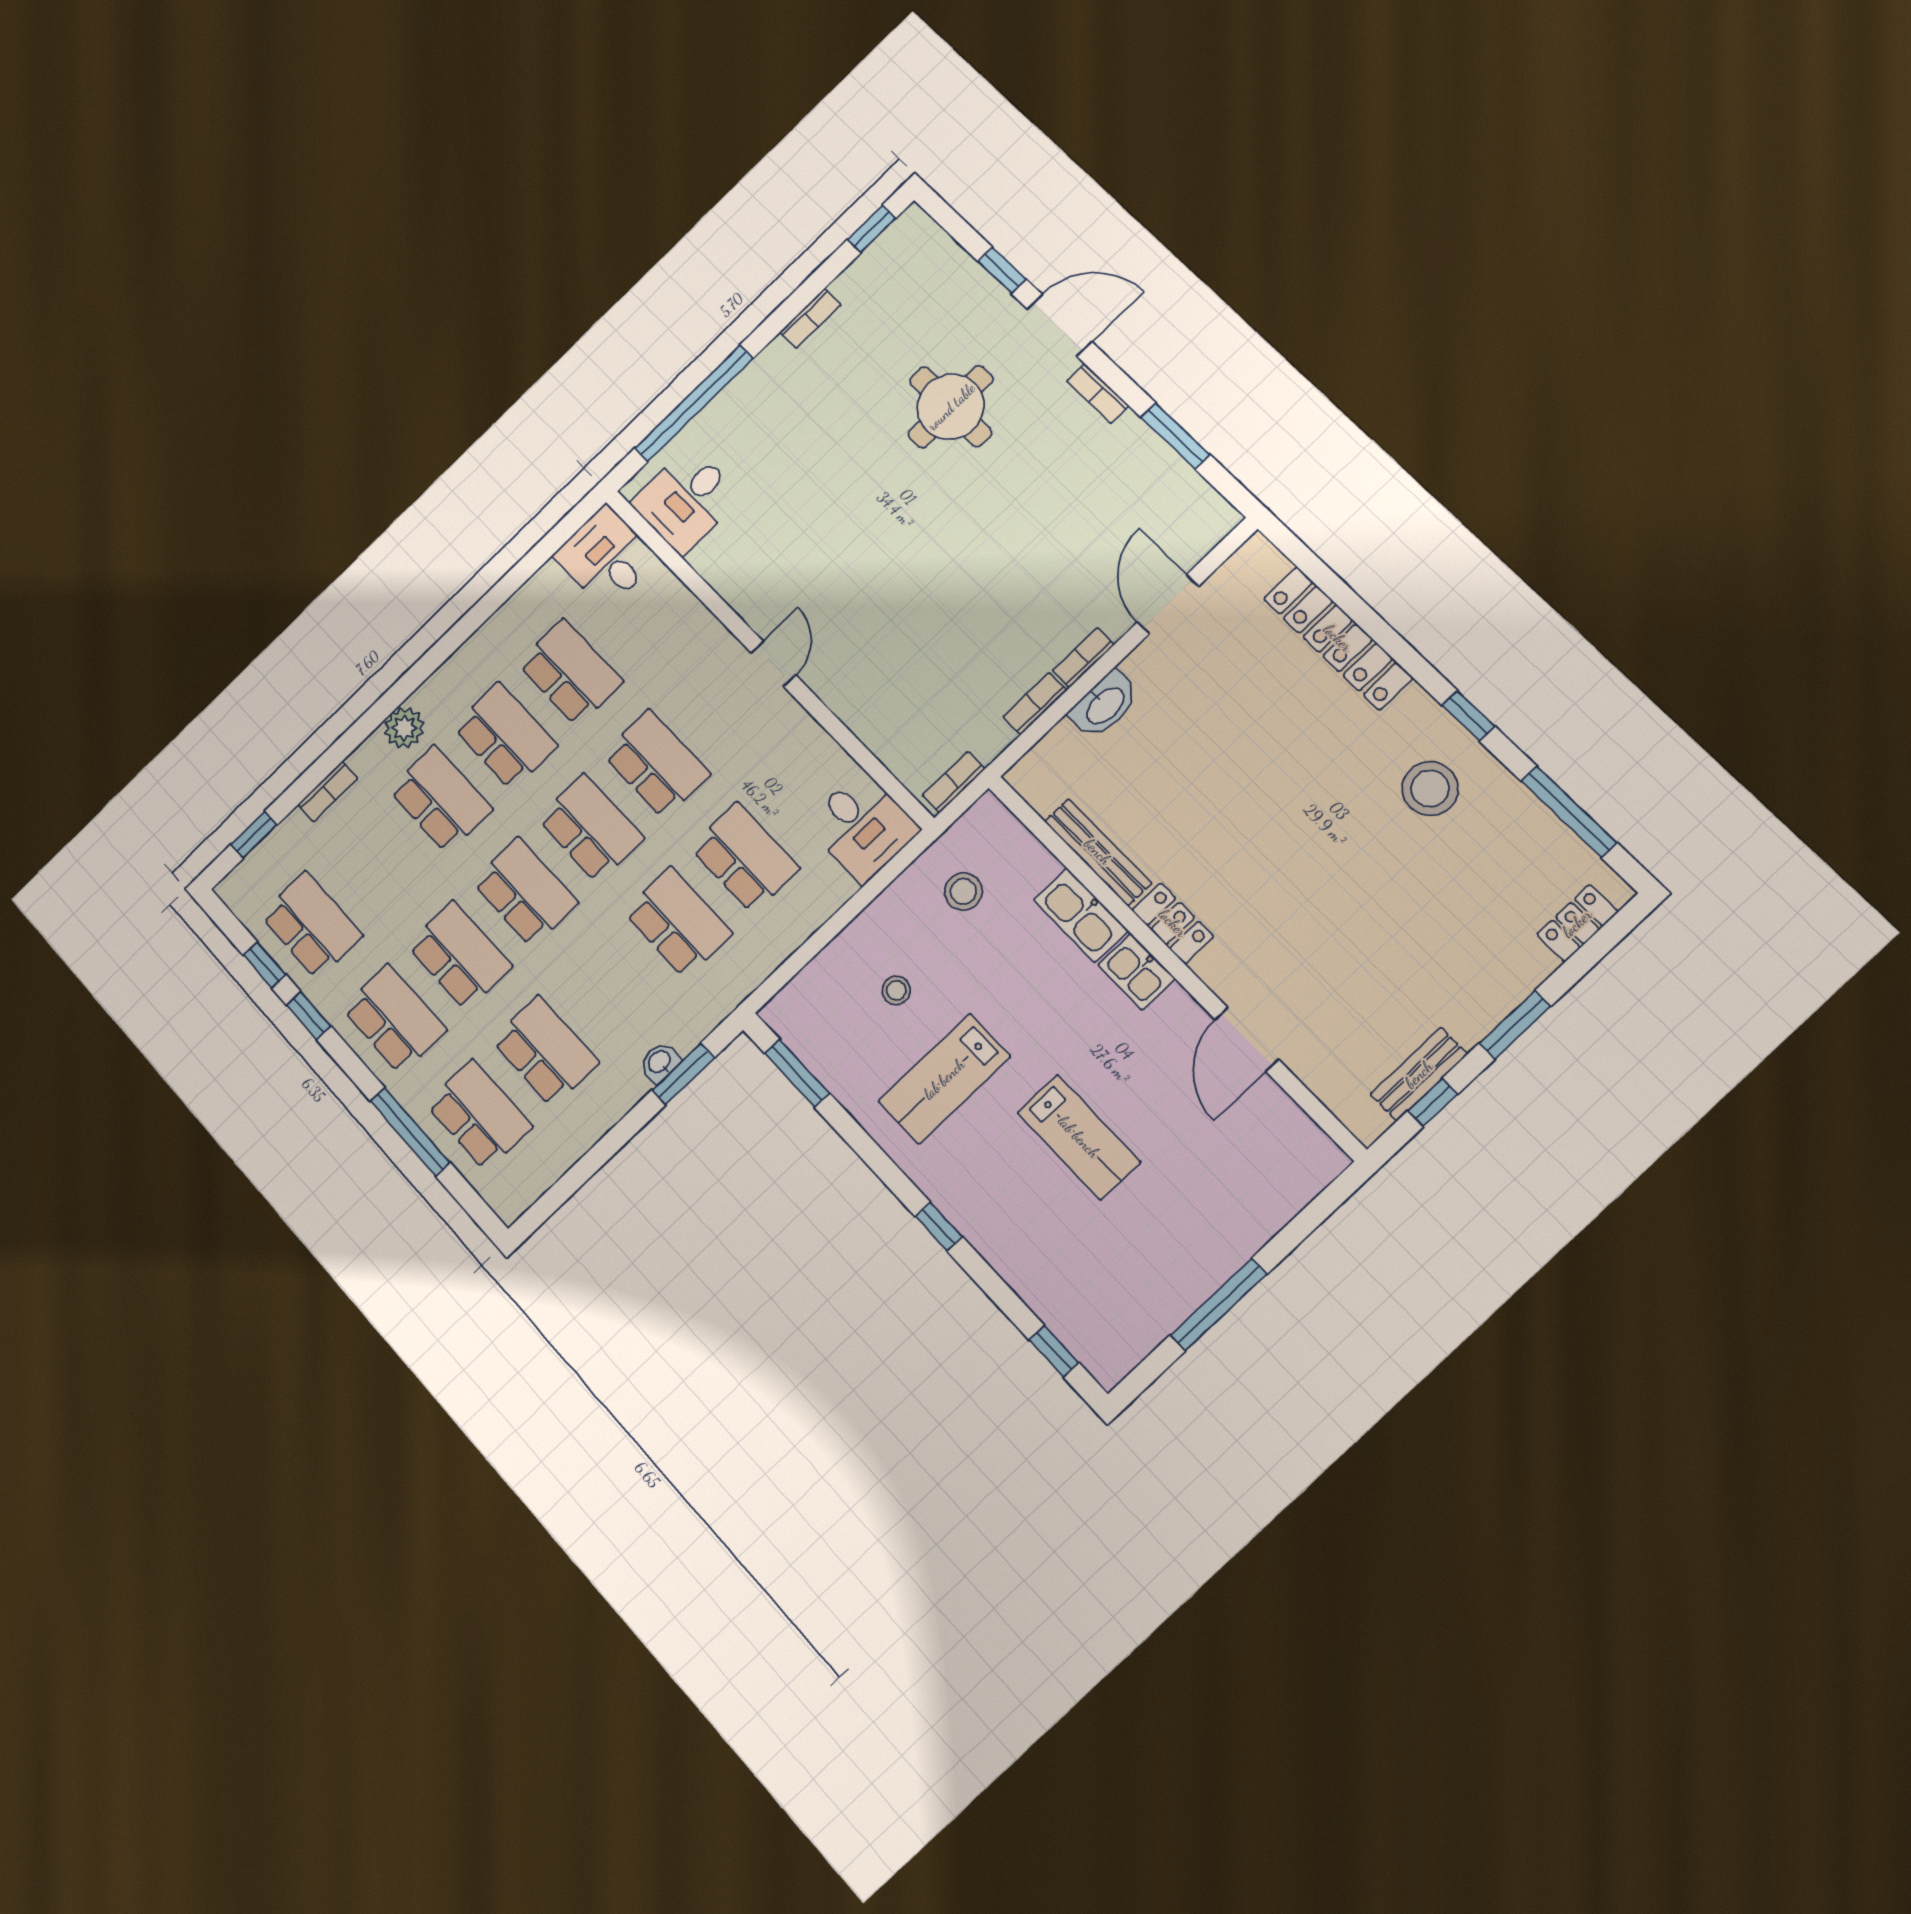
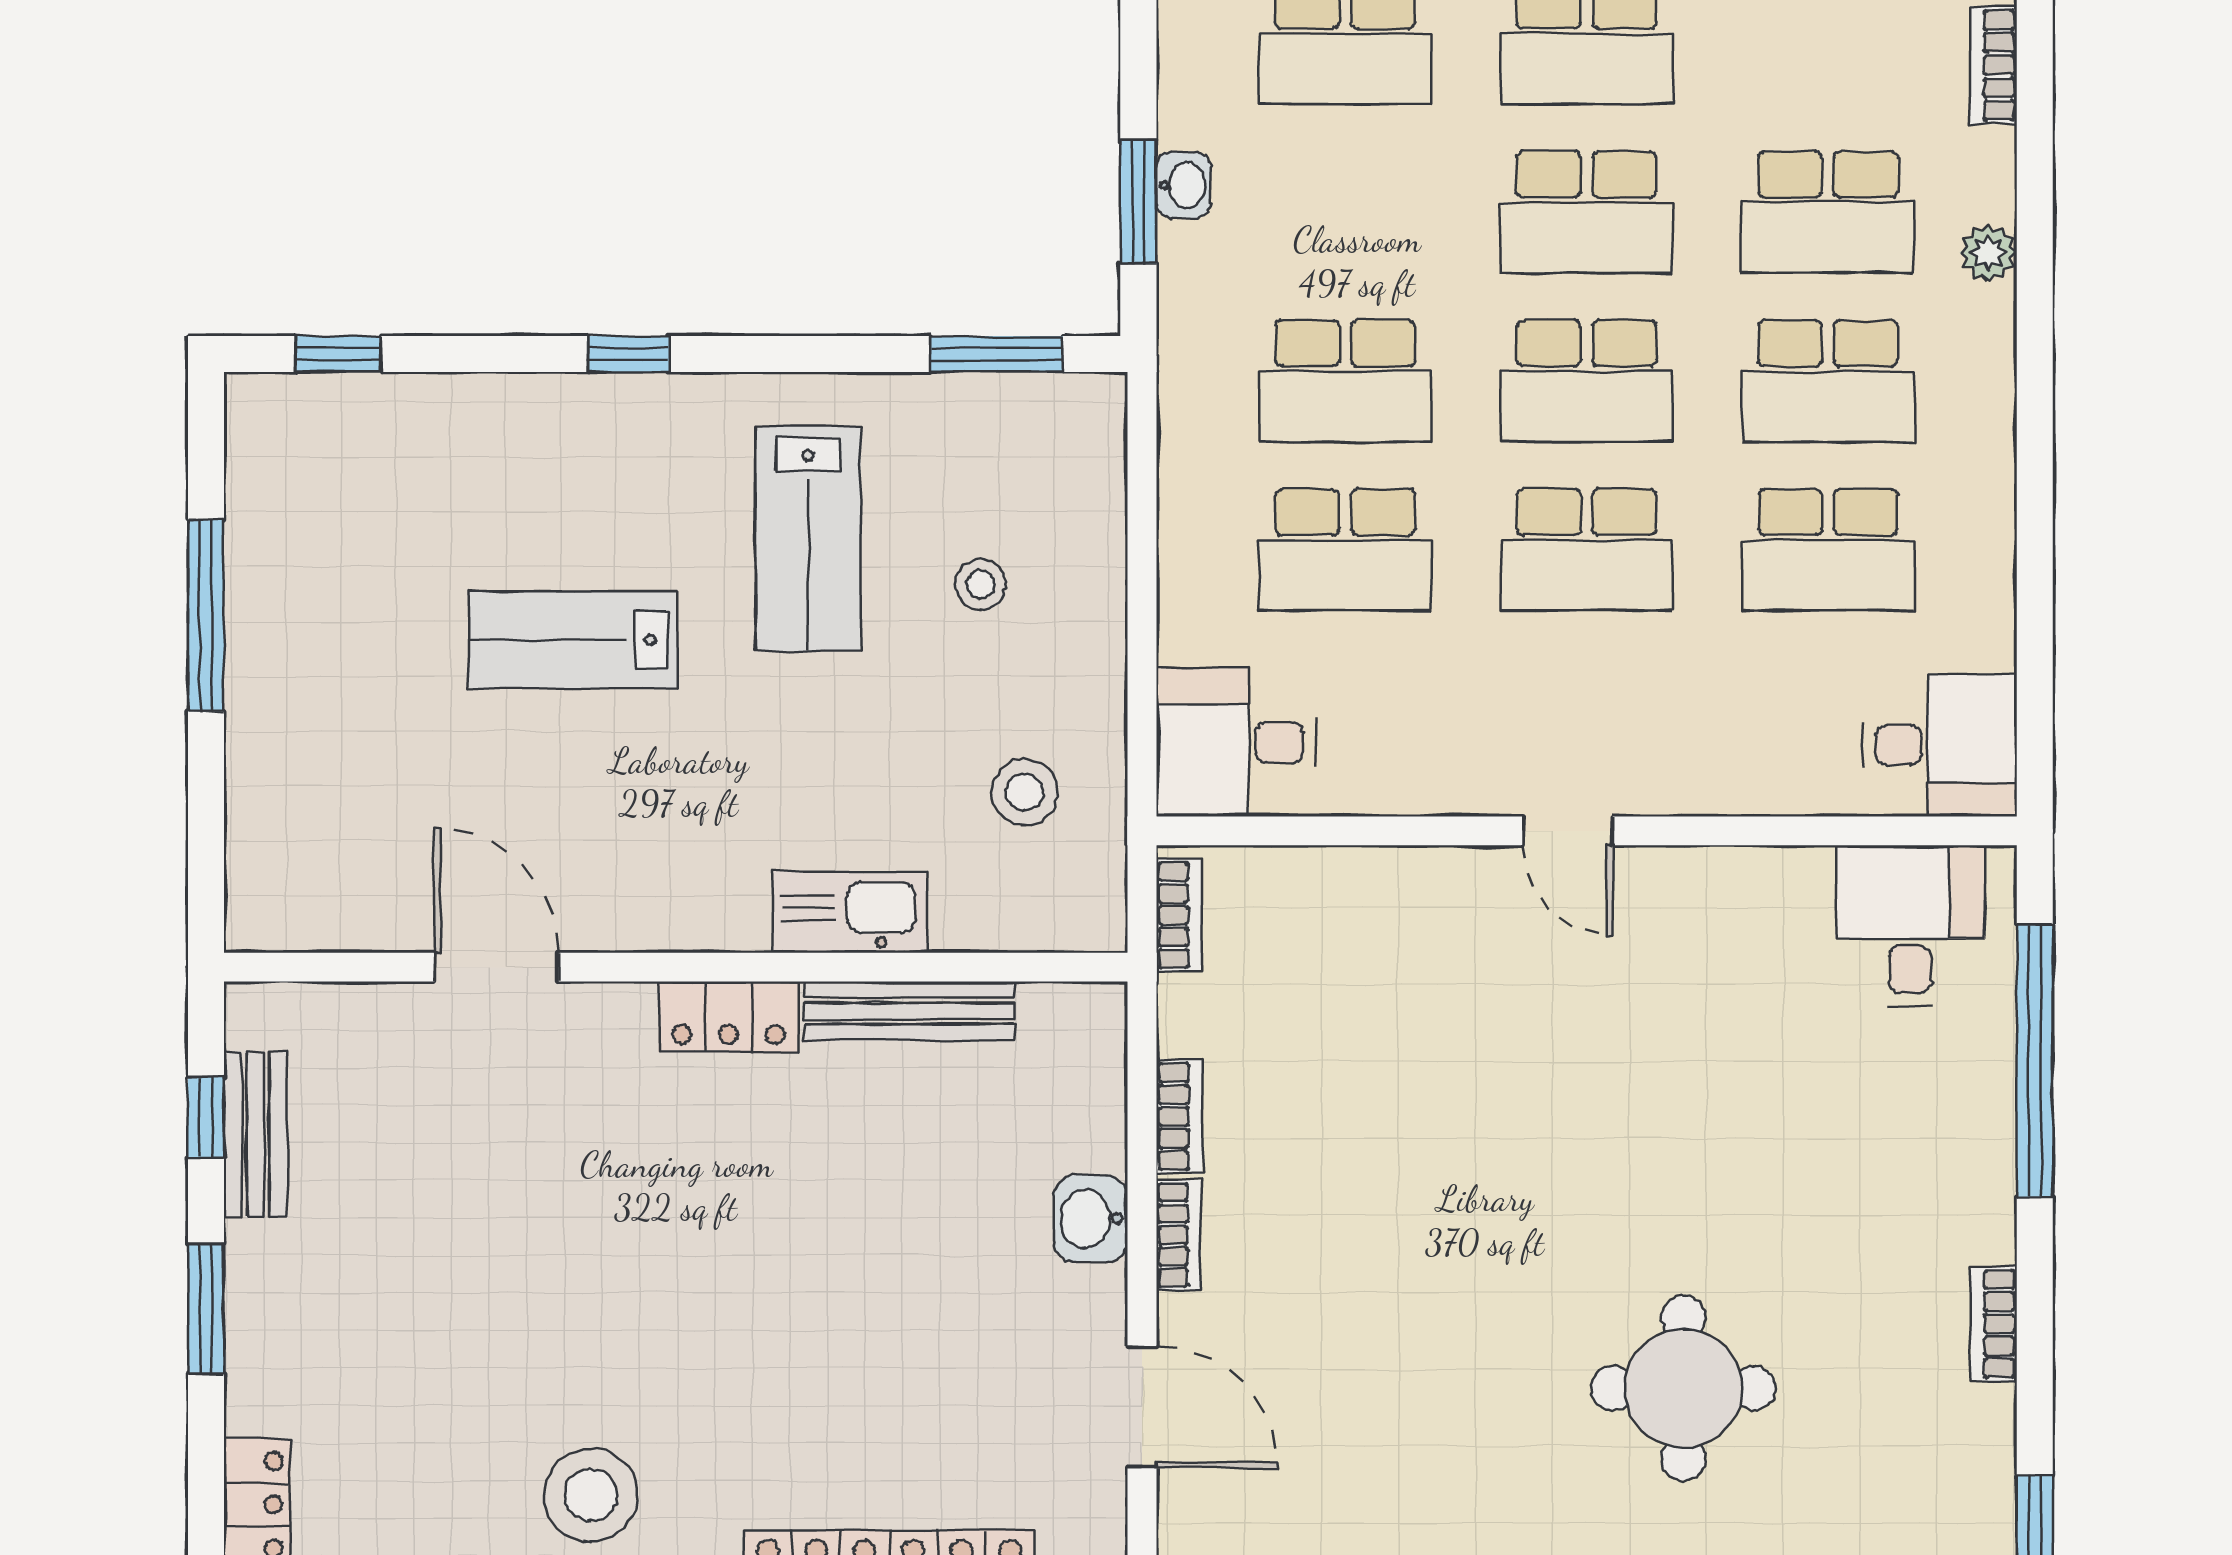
washbasin: (1104, 705) -> (1091, 1219), width x0.72
plant: (404, 728) -> (1988, 253), width x0.73, depth x0.73
kitchen sink: (1137, 972) -> (711, 913), removed
lab bench: (944, 1079) -> (808, 539), turned 180

